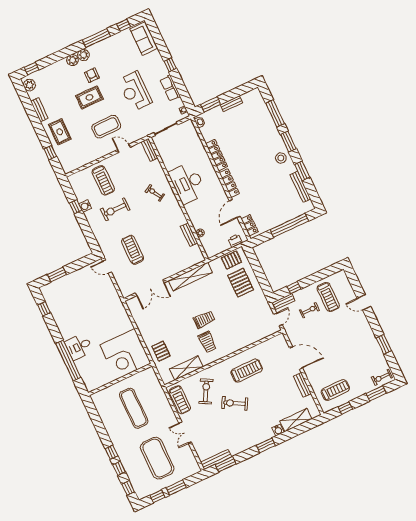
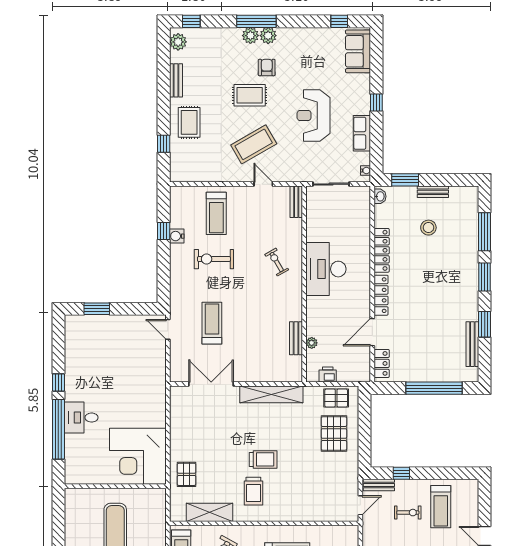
window: (96, 38) -> (256, 21), moved
coffee table: (106, 127) -> (254, 144), turned -30
stool: (281, 158) -> (428, 228), moved
printer: (235, 241) -> (328, 375), moved
double door: (150, 288) -> (211, 384), swing flipped
window: (44, 309) -> (58, 382), moved

